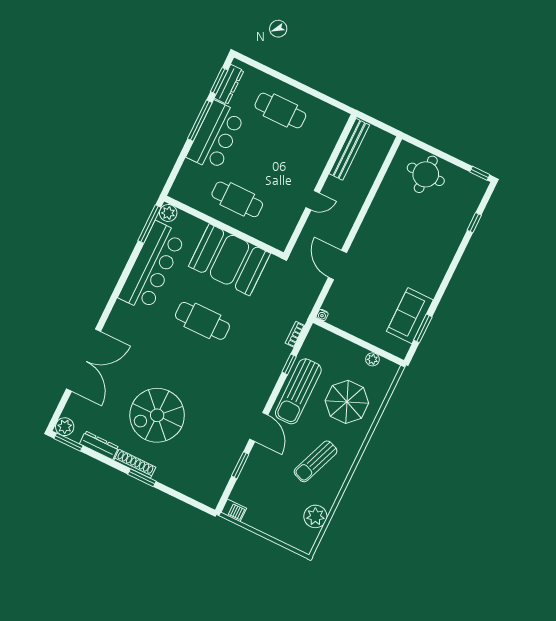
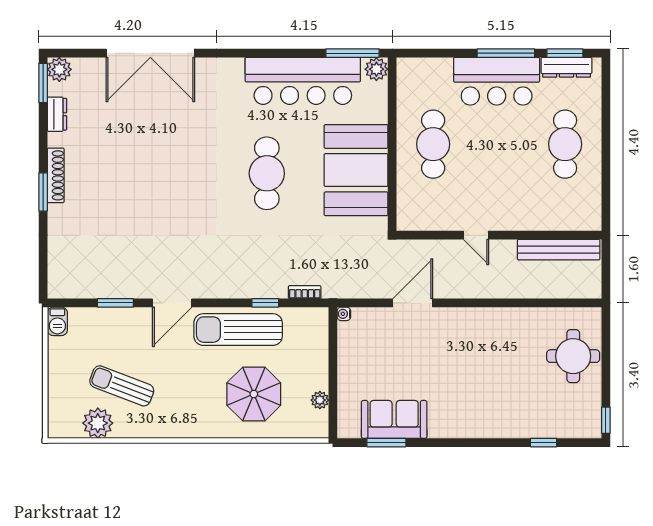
spiral stairs: (157, 415) -> (127, 174), removed
dresser: (99, 445) -> (57, 114), width x0.70
sun lounger: (316, 461) -> (122, 386), moved

